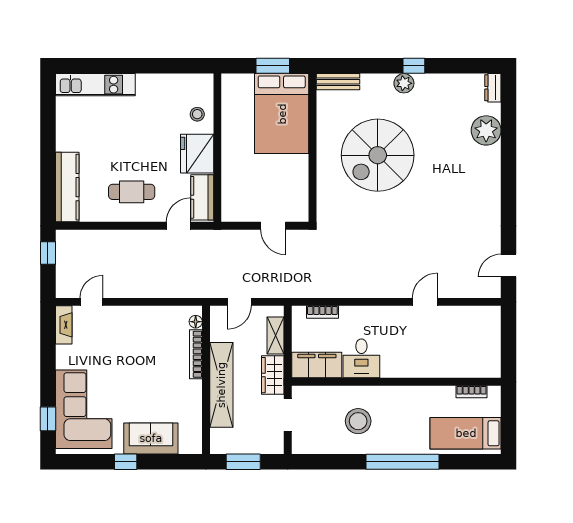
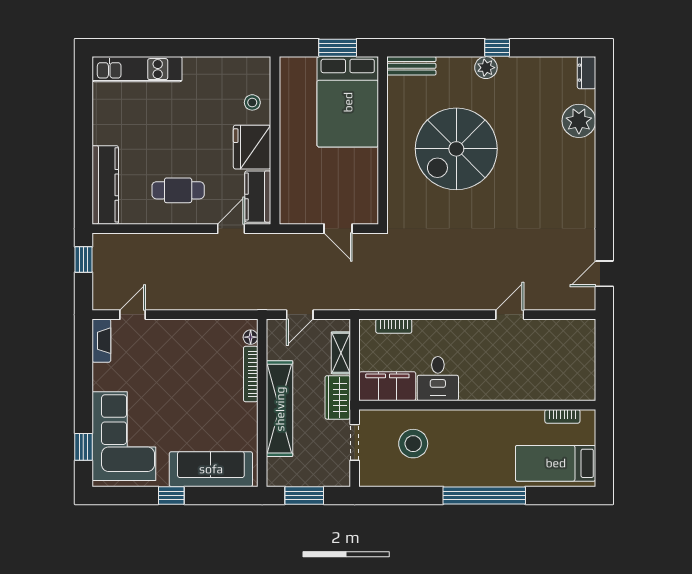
stool: (358, 421) -> (413, 444), moved
sofa: (151, 438) -> (211, 469), width x1.36

